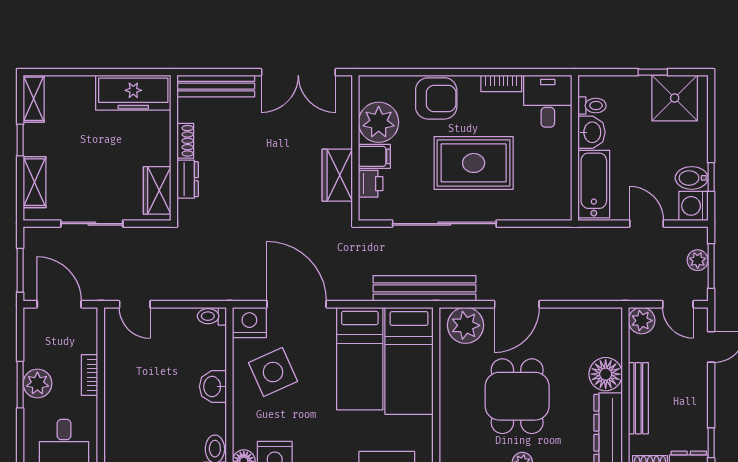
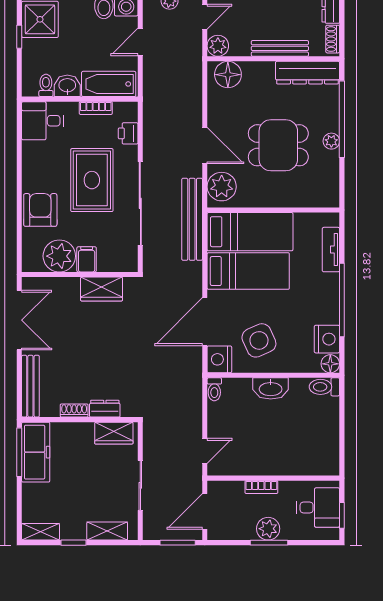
window: (133, 72) -> (19, 452), added
bookcase: (501, 83) -> (96, 108), moved, turned 90
printer: (371, 184) -> (128, 133), moved, turned -90
floor lamp: (606, 374) -> (228, 75), moved
washbasin: (213, 387) -> (271, 388), width x1.38

